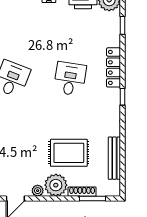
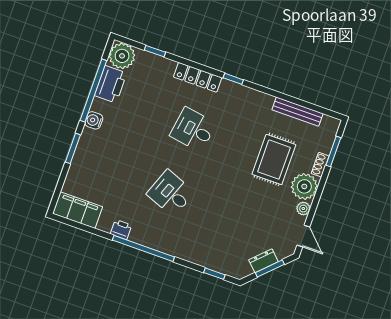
shoe rack: (82, 192) -> (320, 165), width x0.70

